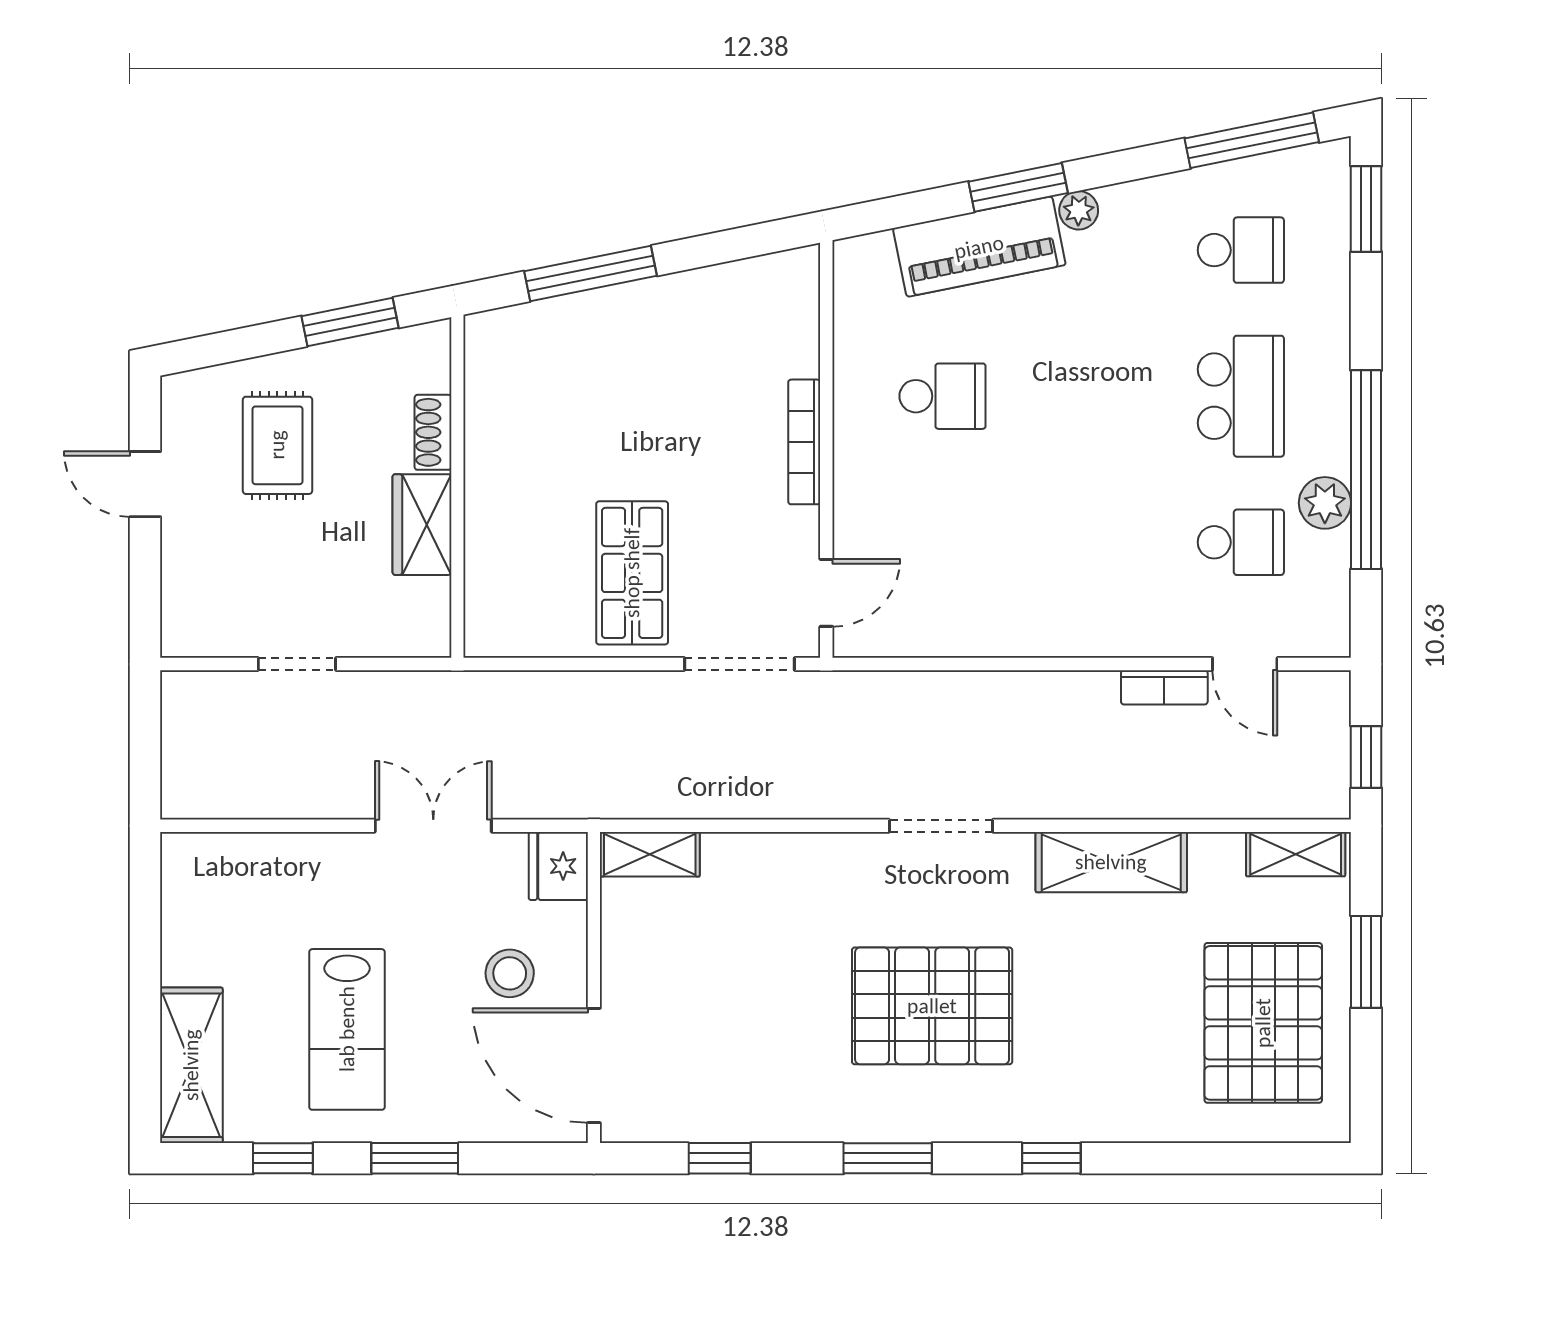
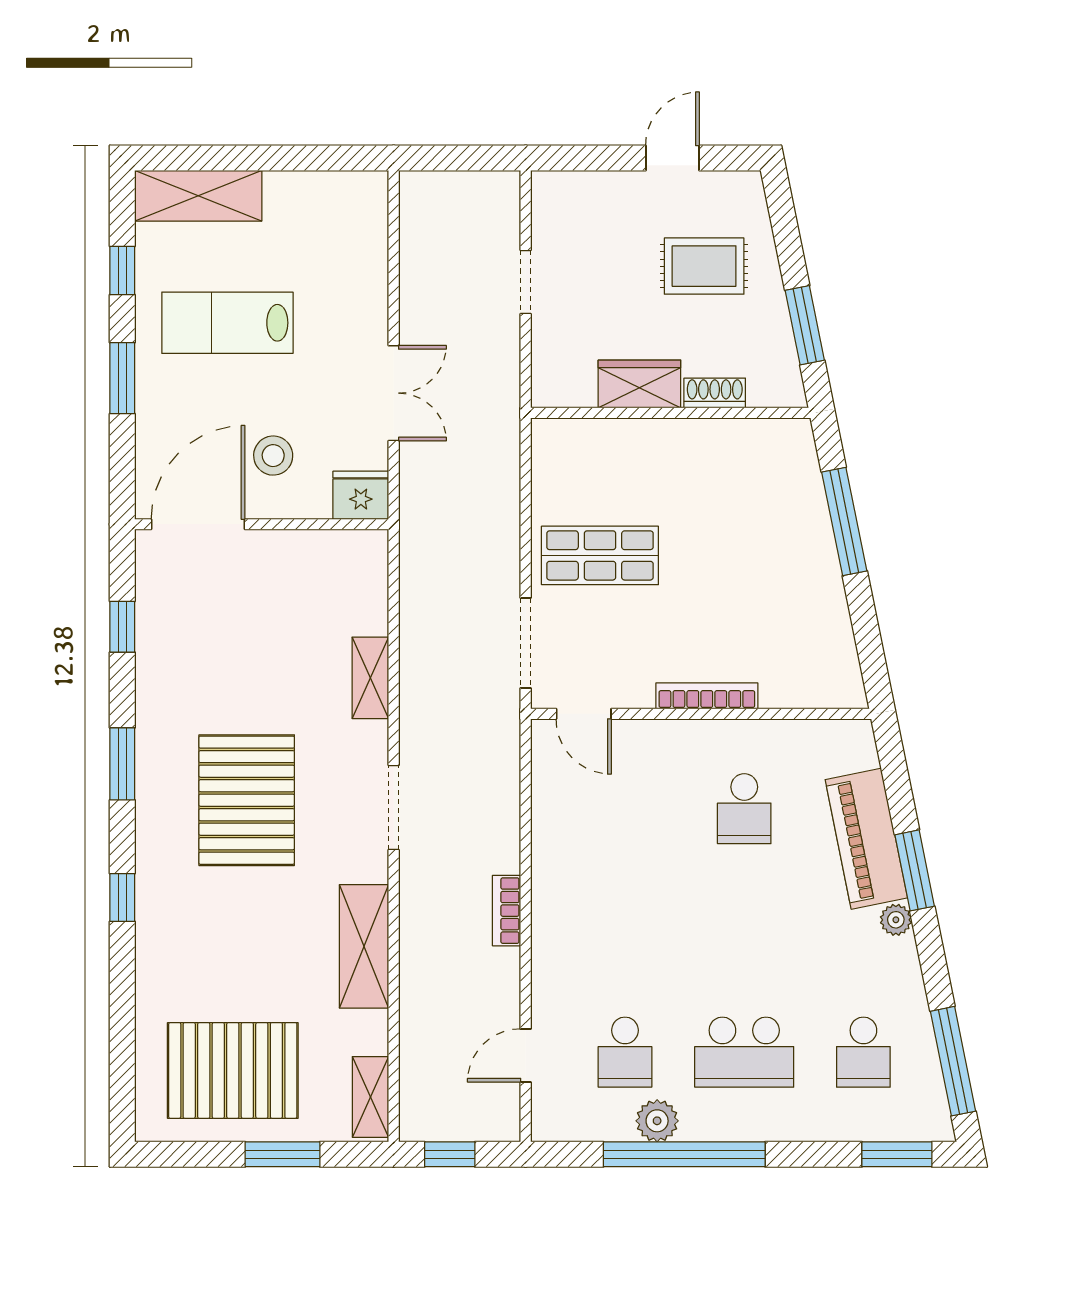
bookcase: (1164, 687) -> (507, 911), moved
shelving: (650, 854) -> (370, 678), moved

